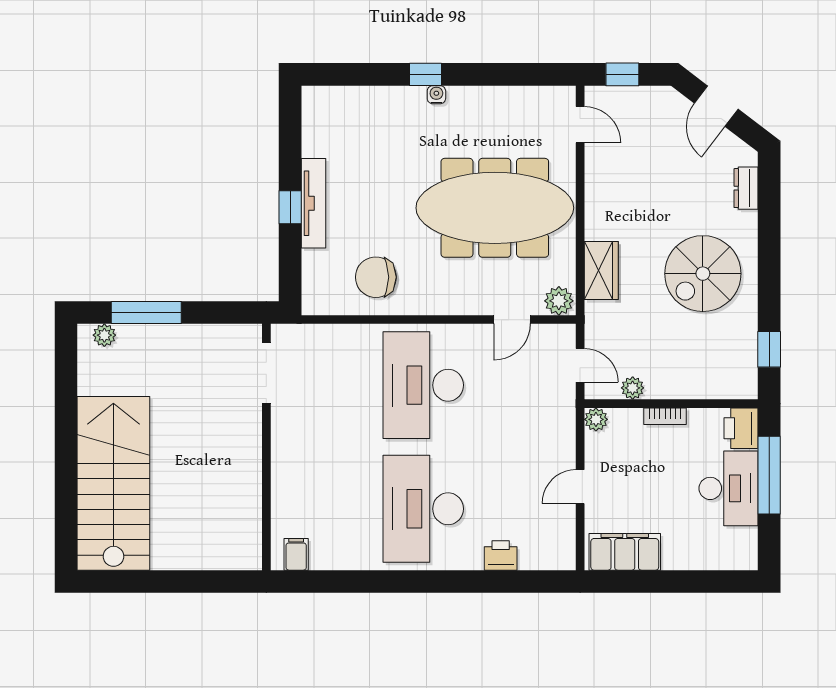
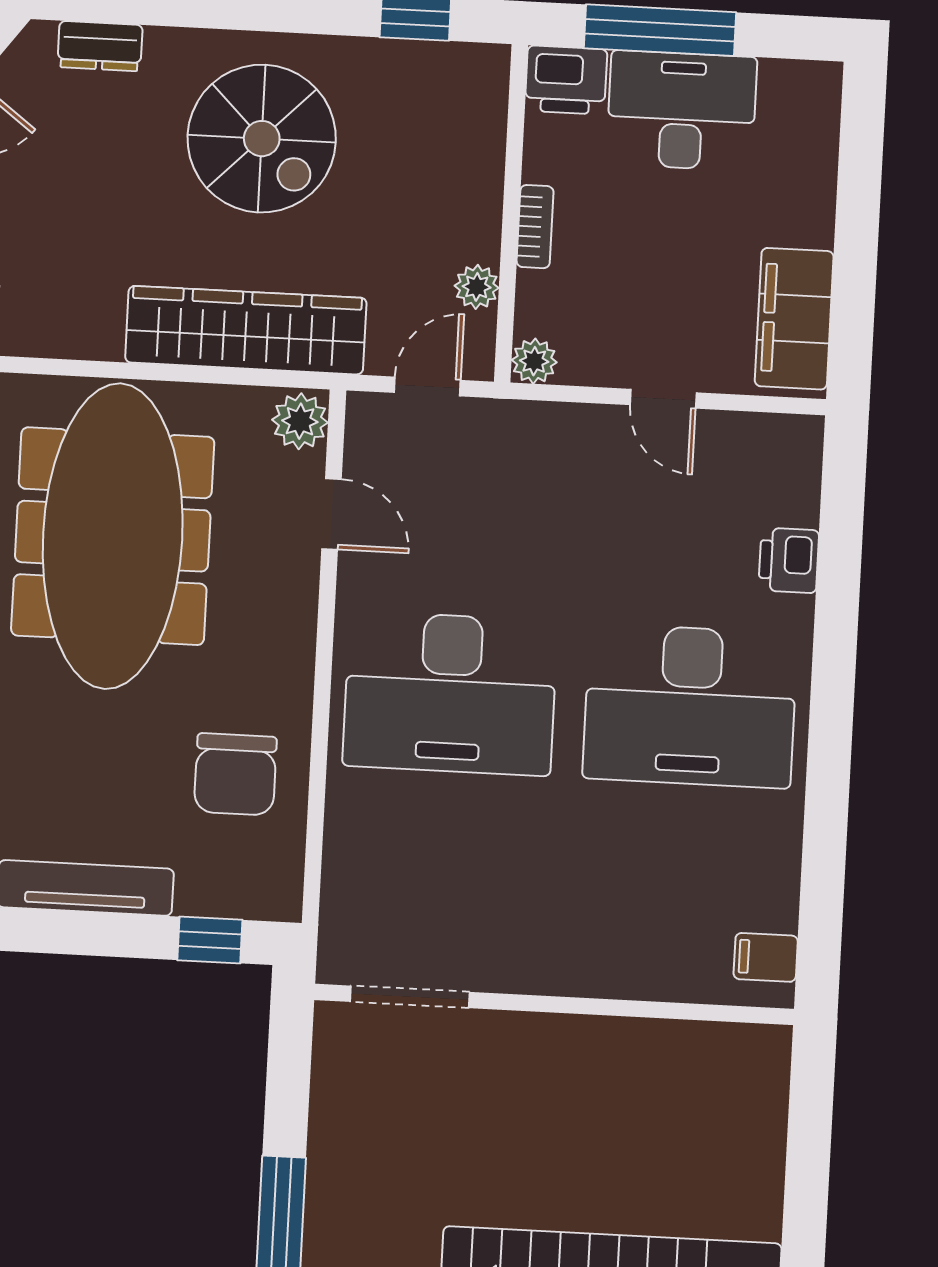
window: (290, 207) -> (210, 940), moved
wardrobe: (601, 271) -> (246, 330), width x2.10, depth x1.17

